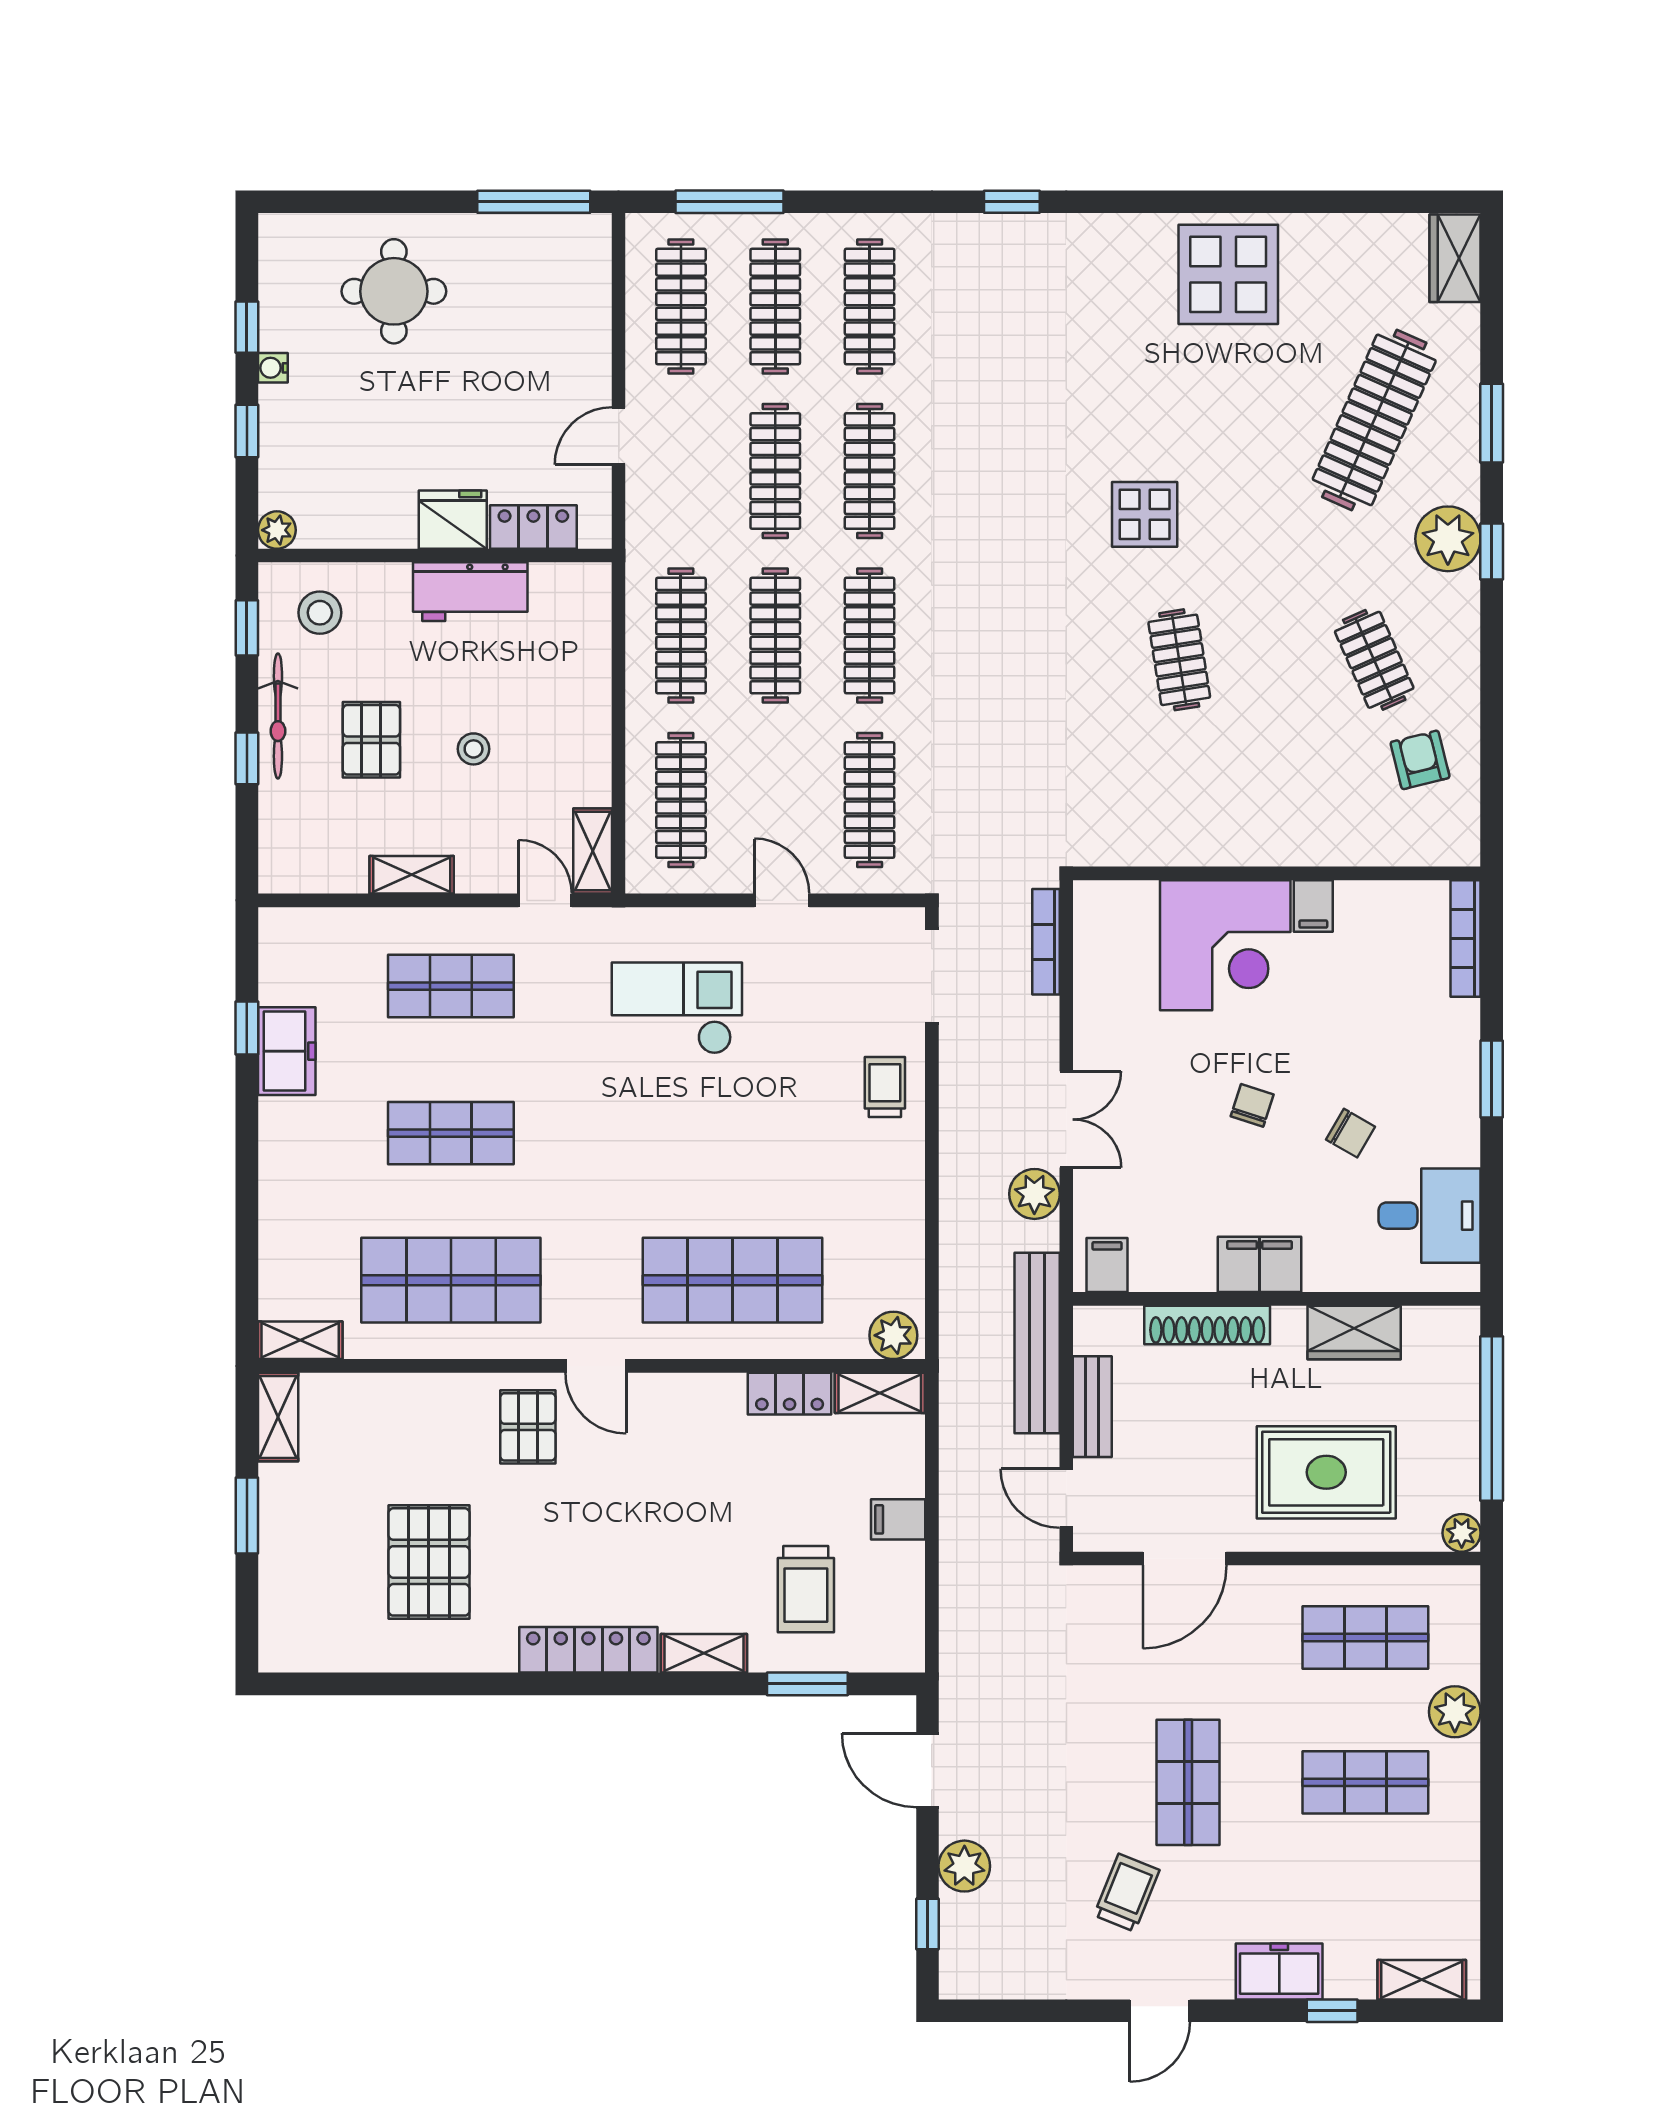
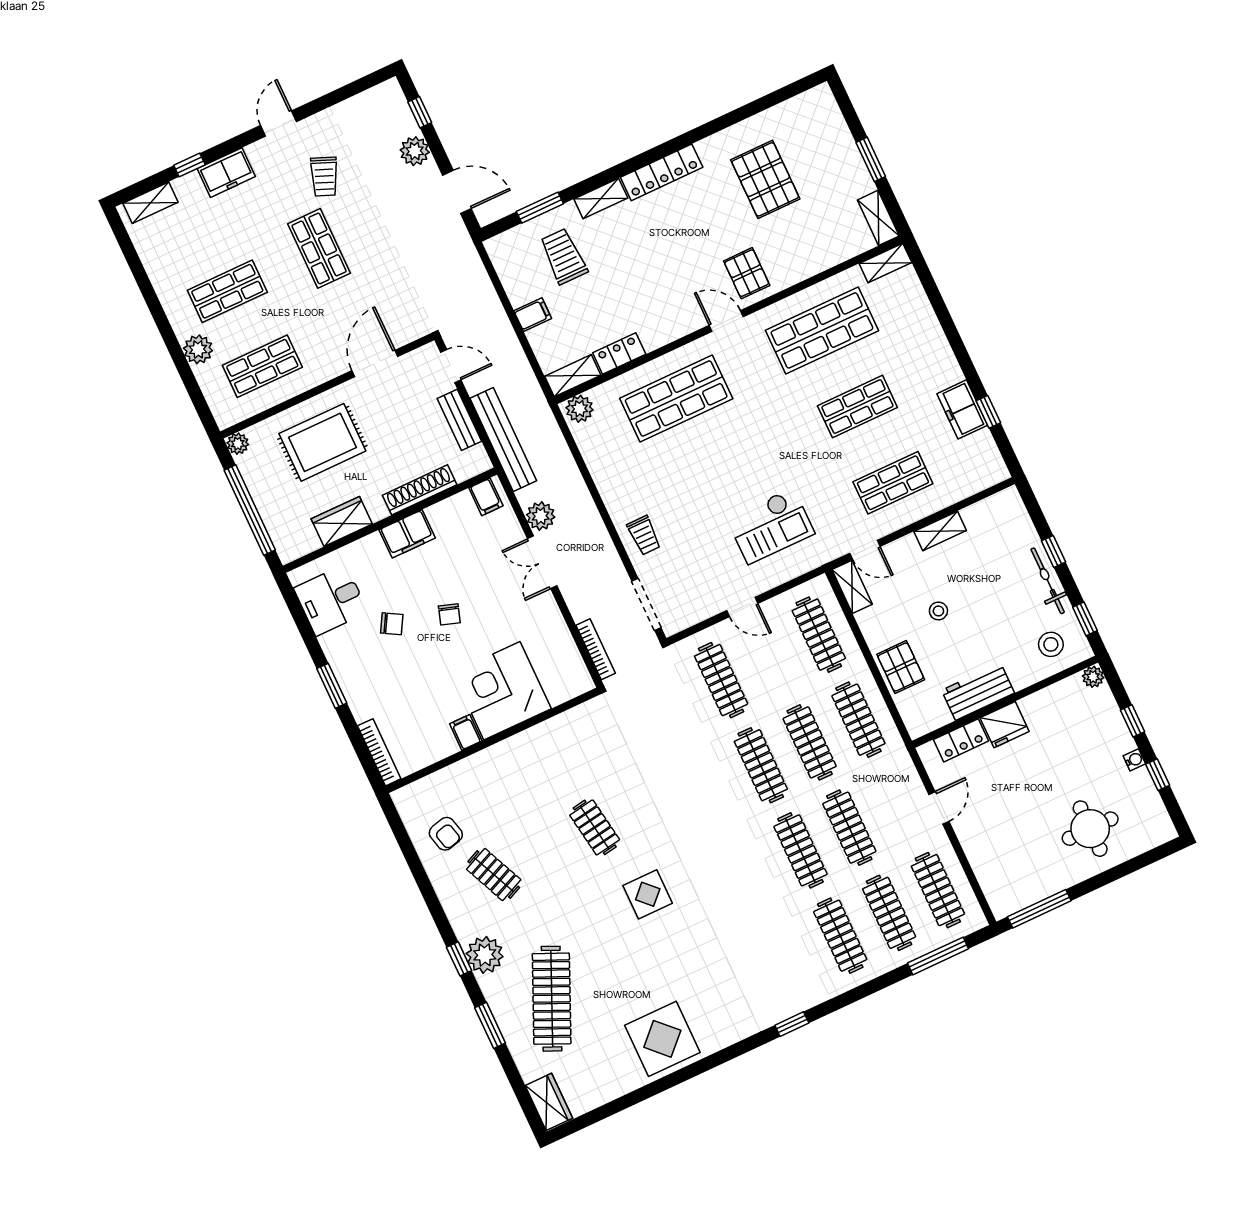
pallet: (371, 740) -> (901, 667), moved
chair: (1350, 1133) -> (392, 624), turned 180

